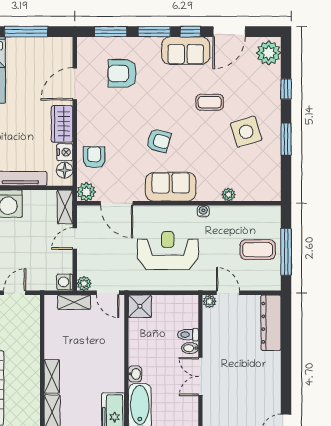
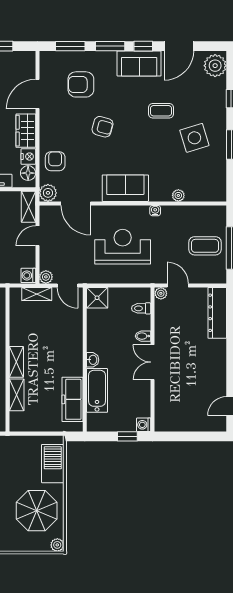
armchair: (159, 141) -> (103, 127), moved
toilet: (188, 335) -> (141, 308), moved

